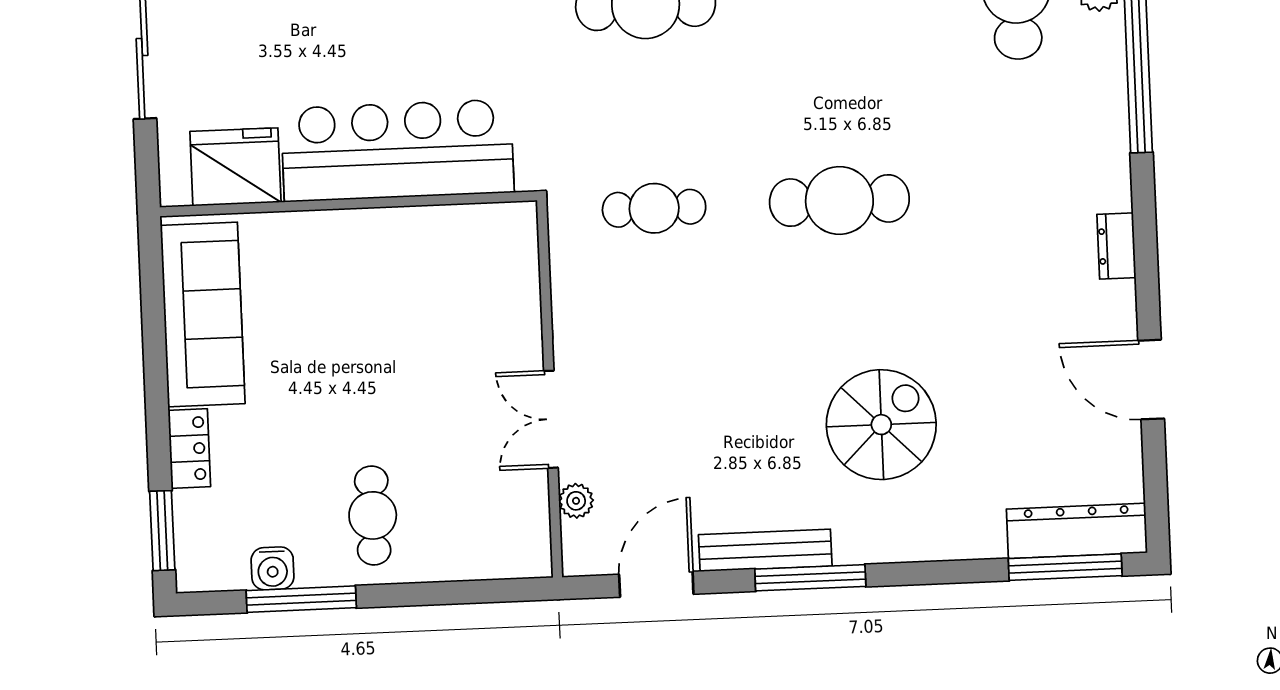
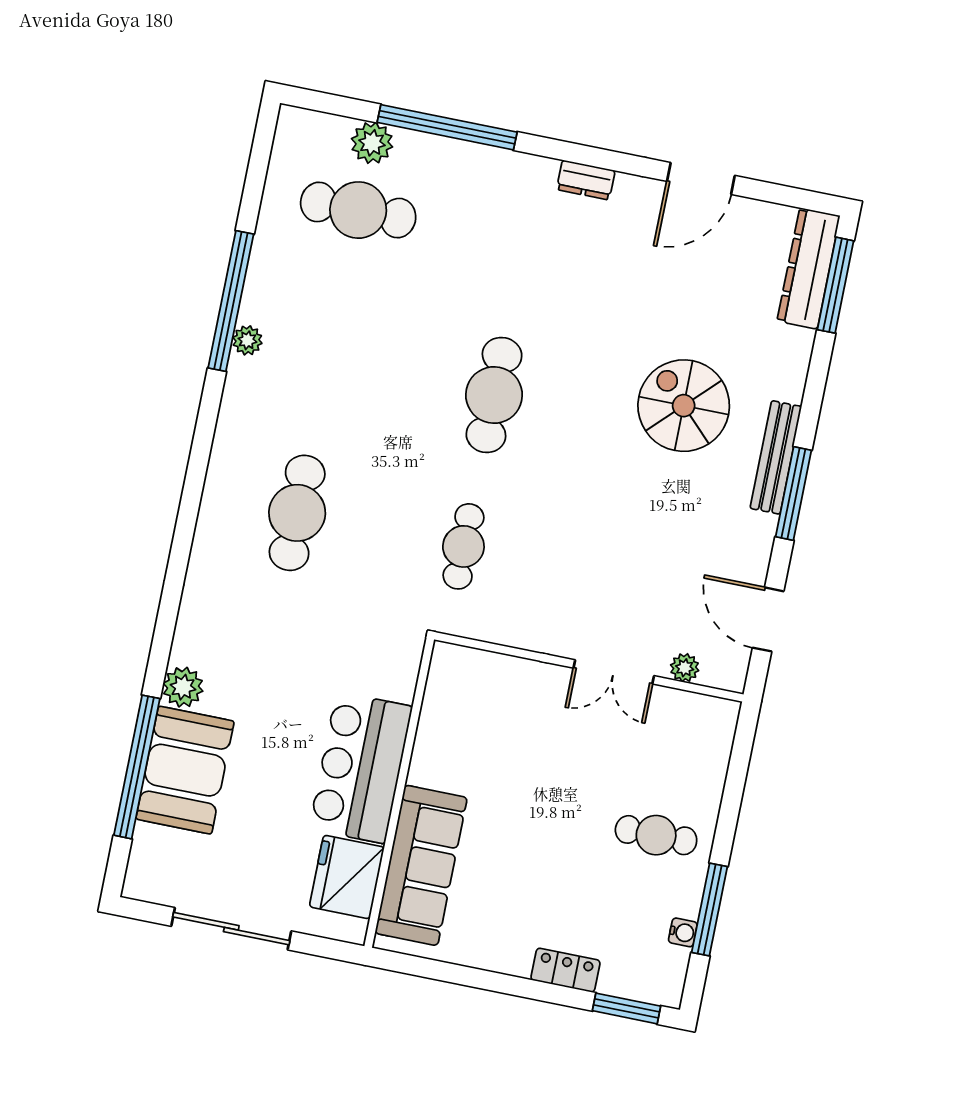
bar counter: (397, 151) -> (361, 768), width x0.73
sofa: (203, 314) -> (421, 865), moved, turned 90
bench: (765, 550) -> (776, 457), moved
water cooler: (273, 568) -> (683, 932), width x0.72, depth x0.72

